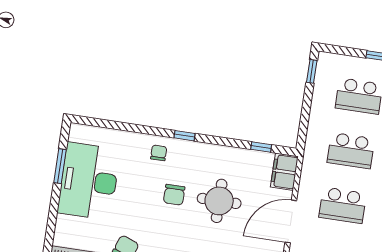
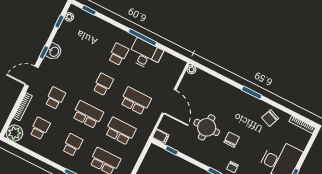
filing cabinet: (284, 172) -> (161, 136), width x0.50
door: (291, 221) -> (169, 102), hinge flipped

